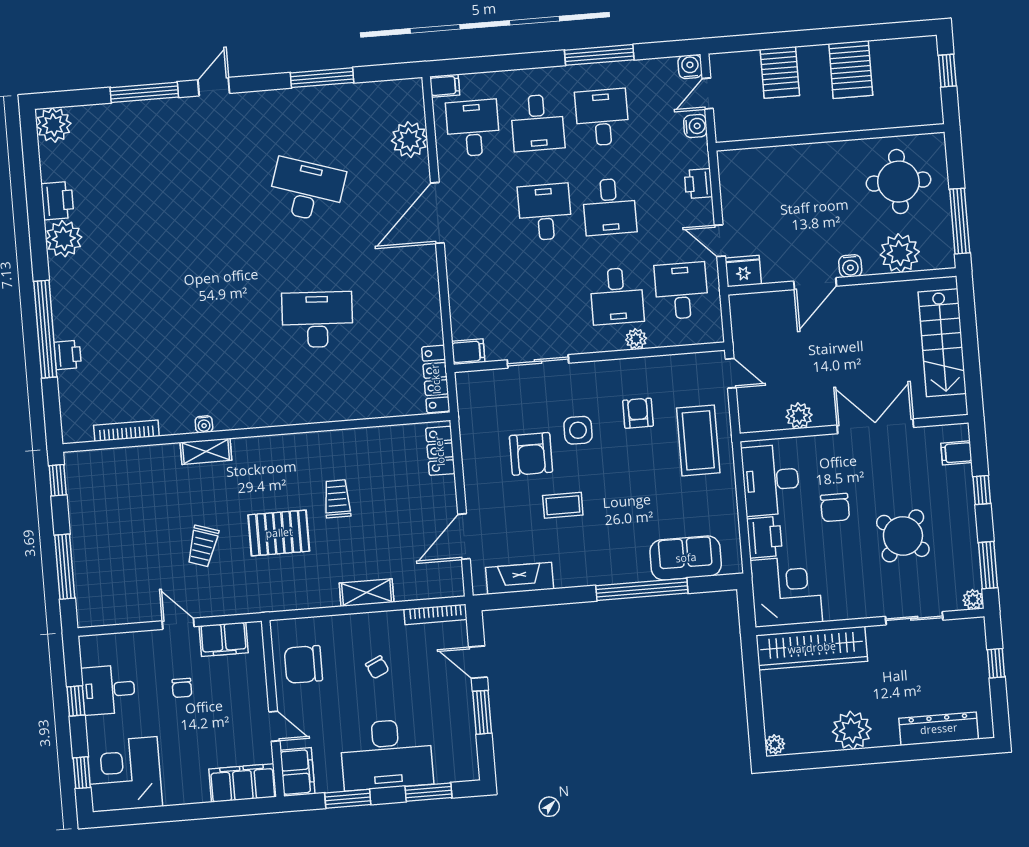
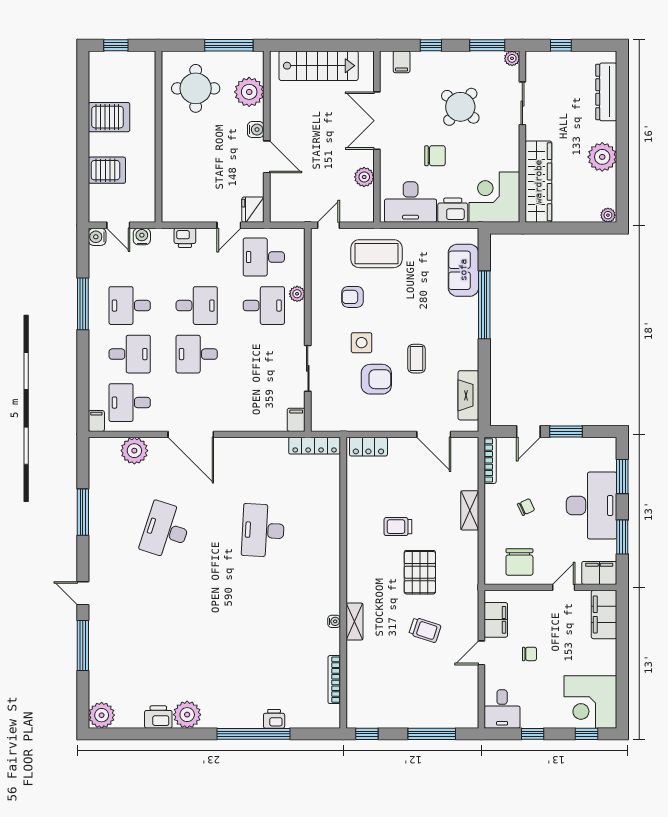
desk: (108, 690) -> (502, 709), moved

